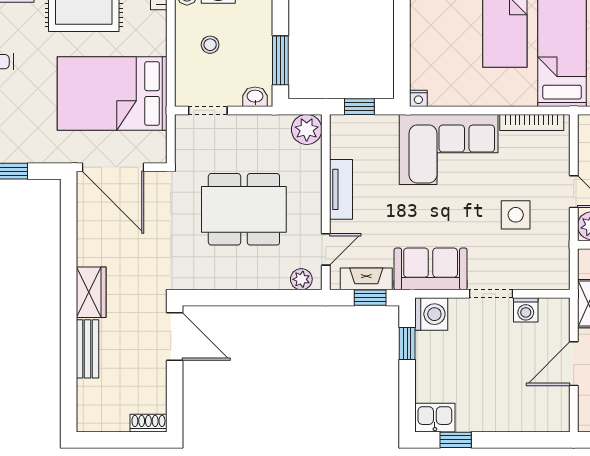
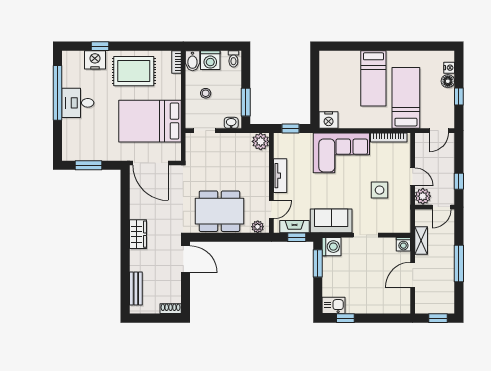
nightstand: (418, 98) -> (329, 120), width x1.89, depth x1.79
dining table: (244, 209) -> (219, 211), moved
washing machine: (526, 310) -> (403, 244), moved
window: (407, 343) -> (318, 263), width x1.50
bench: (88, 349) -> (136, 288), moved

